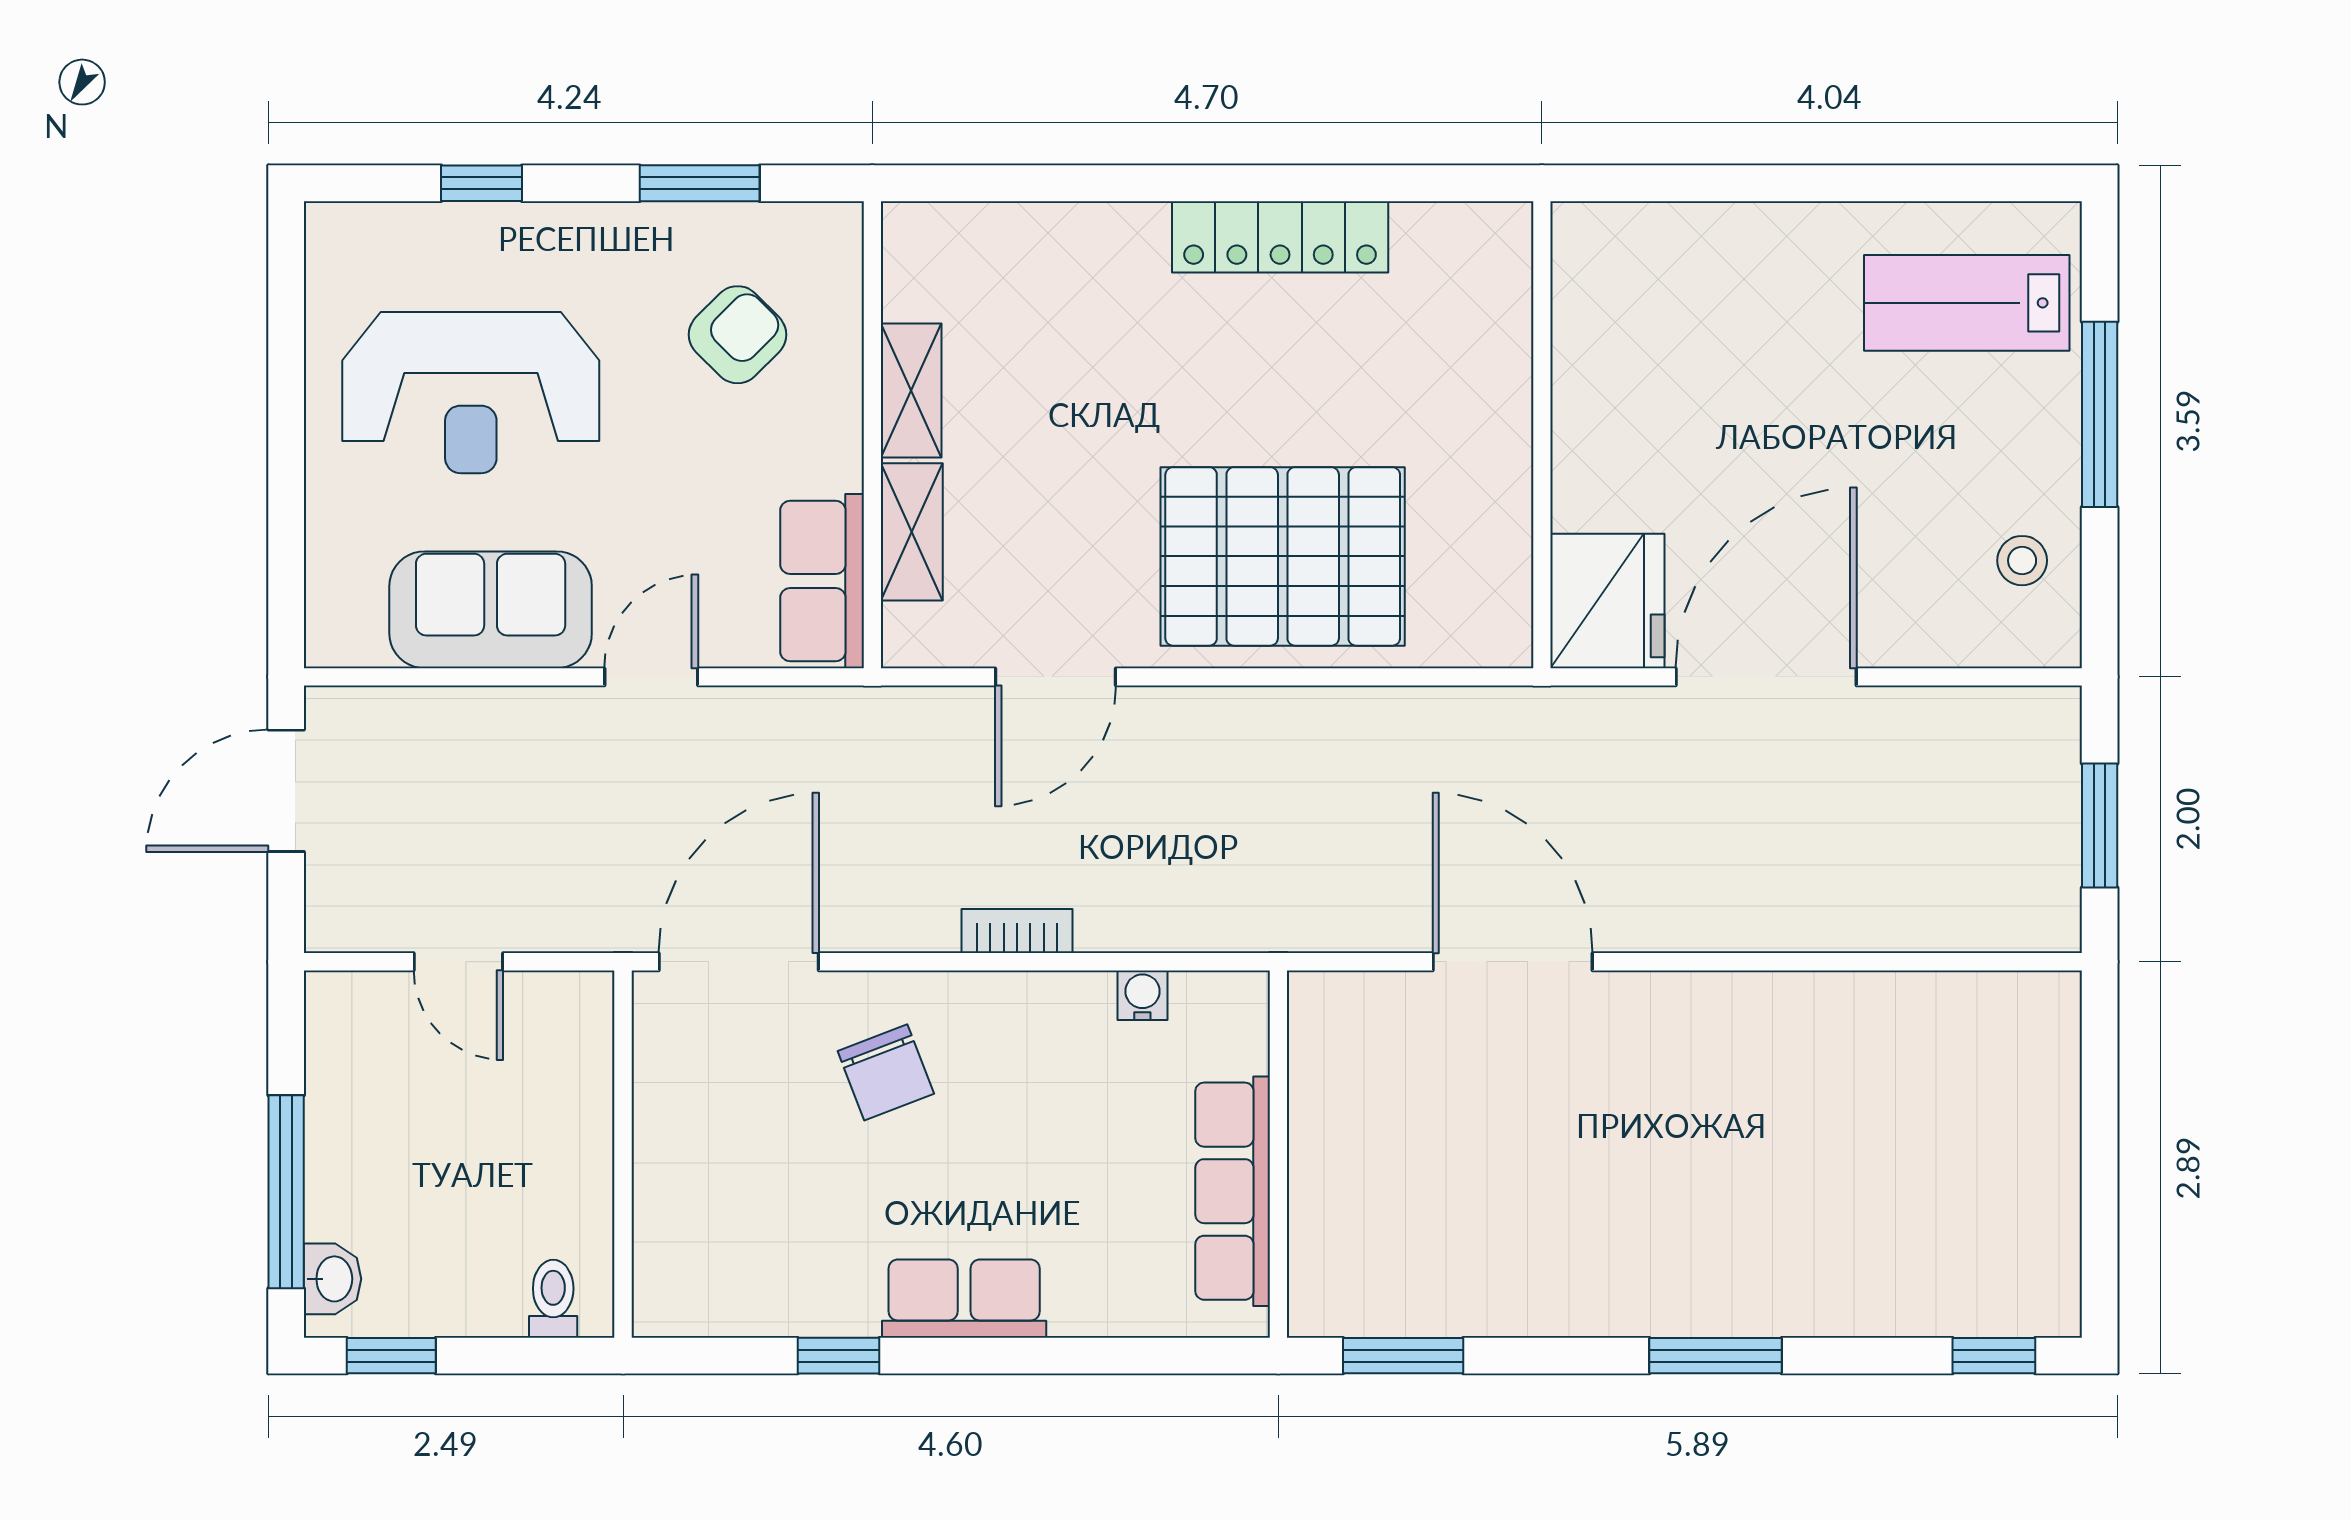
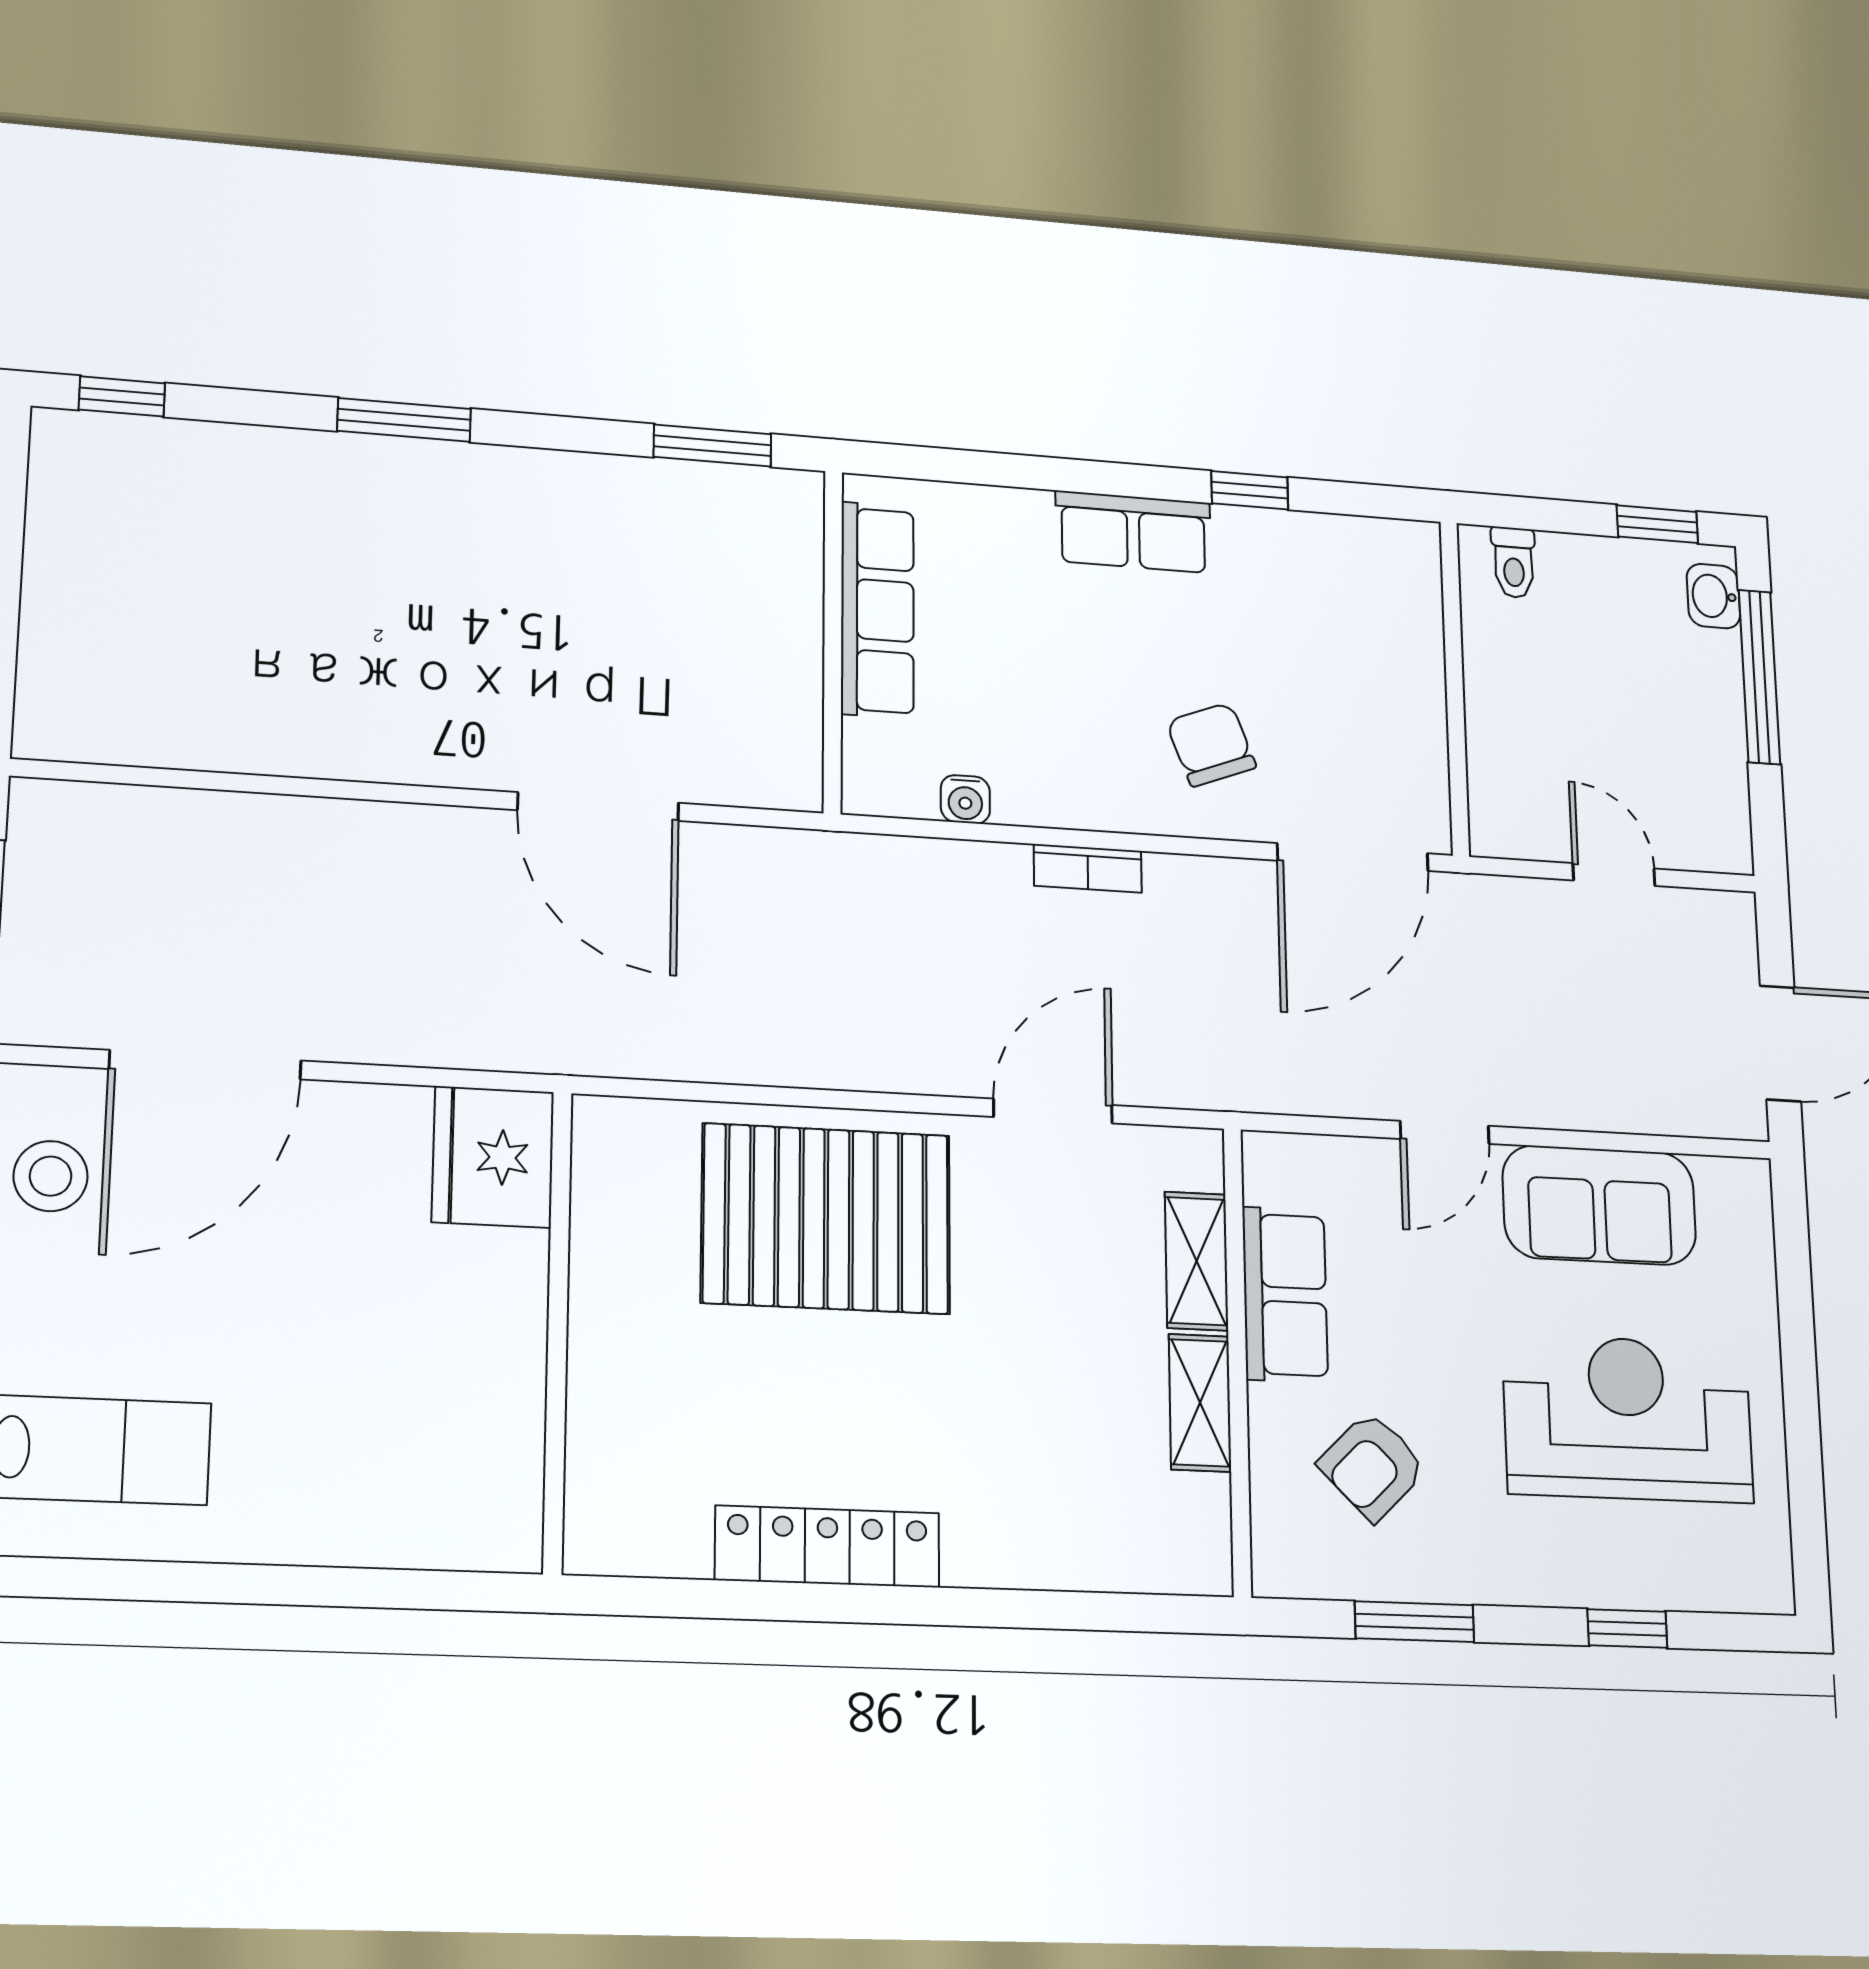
stool: (2022, 561) -> (50, 1176), width x1.37, depth x1.37
row of seats: (822, 581) -> (1285, 1295), moved
door: (1766, 677) -> (205, 1065), moved

